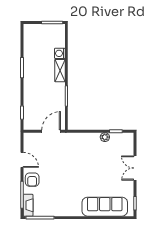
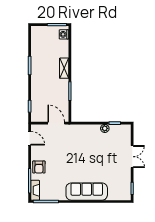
washing machine: (60, 53) -> (64, 34), moved
door: (51, 131) -> (56, 123), hinge flipped
door: (22, 160) -> (30, 138), moved
double door: (135, 168) -> (132, 157), swing flipped
sofa: (105, 207) -> (87, 192), moved

